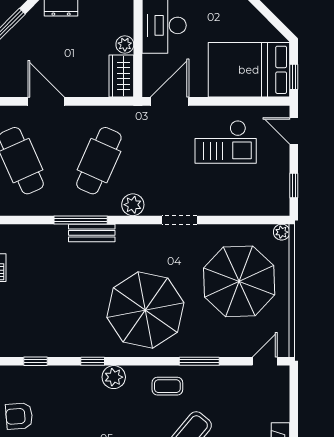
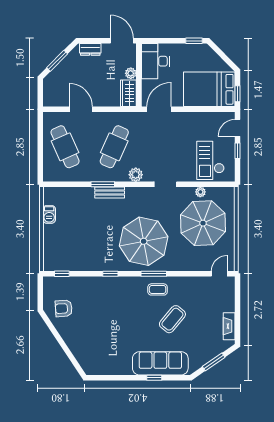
door: (294, 131) -> (238, 128), hinge flipped
checkout: (226, 142) -> (210, 160), moved, turned 90
window: (294, 186) -> (238, 151), moved
window: (81, 220) -> (103, 184), width x0.69
plant: (282, 232) -> (200, 192), moved
window: (35, 361) -> (62, 274), moved
window: (199, 361) -> (154, 274), moved
plant: (114, 377) -> (124, 284), removed

